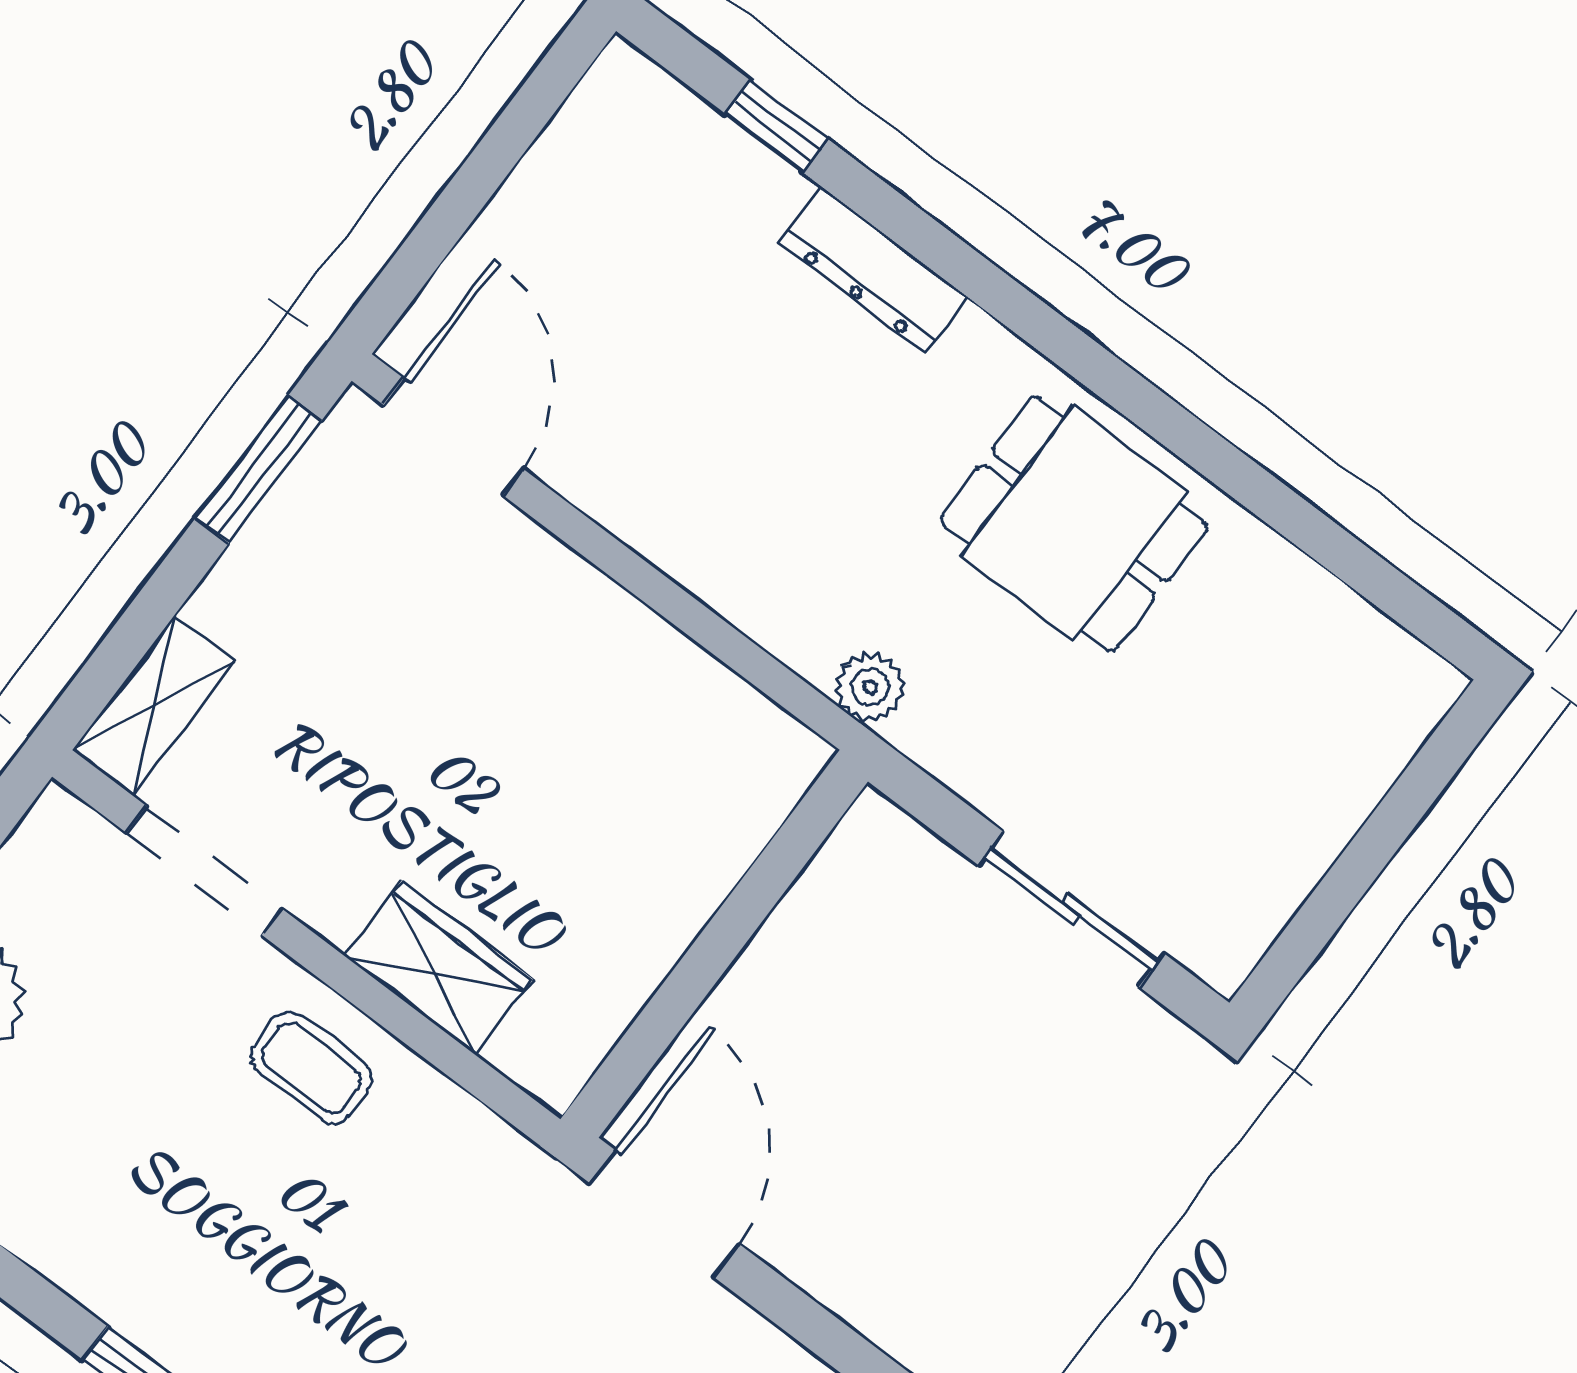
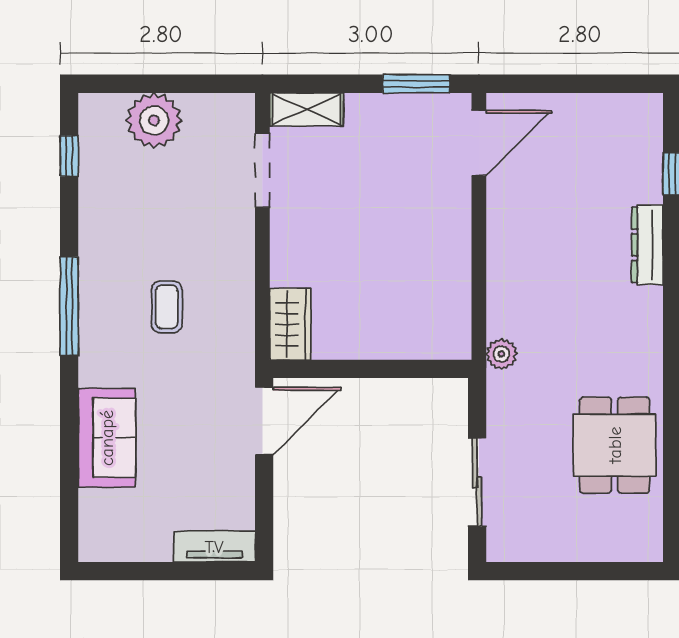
dining table: (1074, 524) -> (615, 445), moved
wardrobe: (439, 968) -> (290, 324), moved
coffee table: (312, 1068) -> (167, 307), moved

